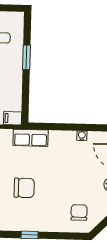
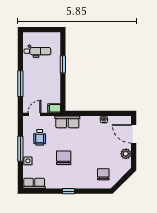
chair: (24, 188) -> (64, 158), turned -90

